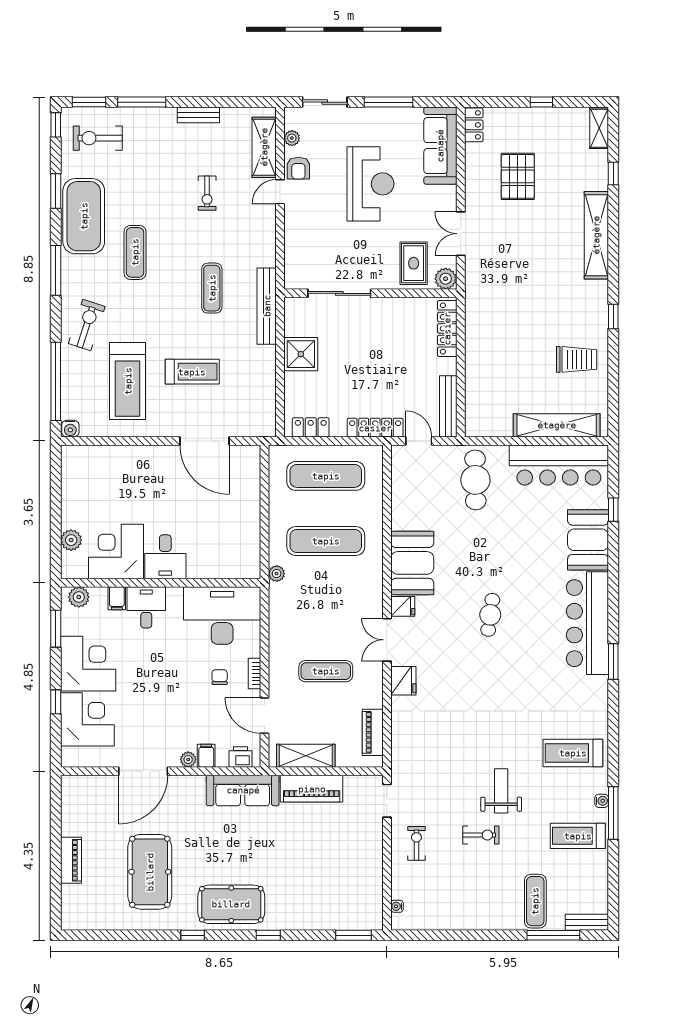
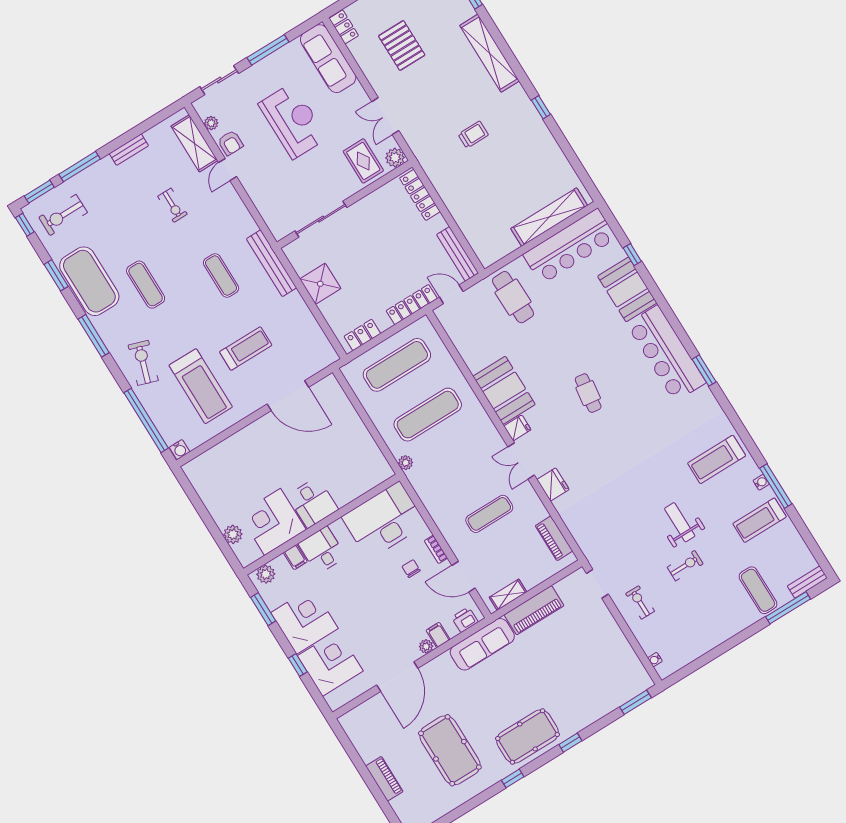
trolley: (577, 359) -> (473, 135), moved, width x0.73, depth x0.72
shelving: (306, 756) -> (508, 595), width x0.67, depth x0.75

